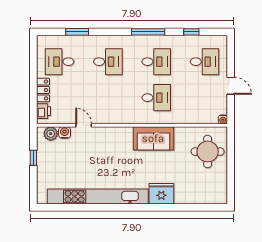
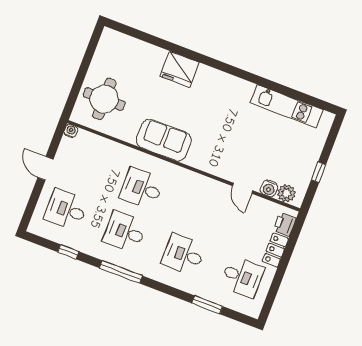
kitchen unit: (98, 196) -> (287, 106), width x0.54

